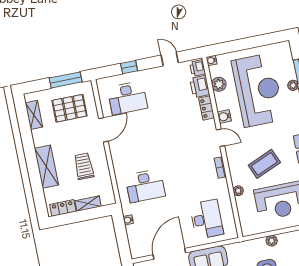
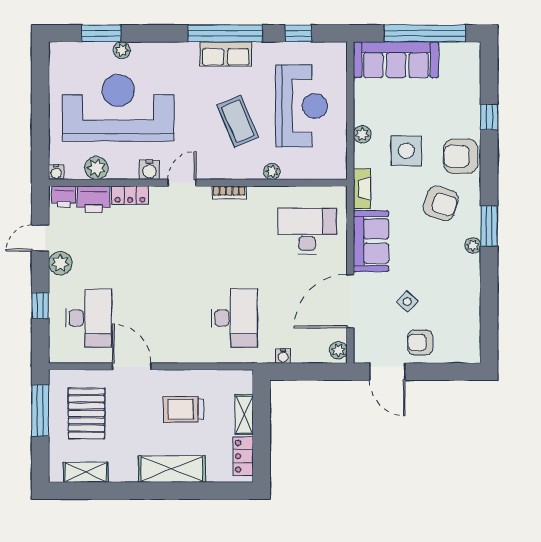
plant: (157, 74) -> (60, 263), added
fireplace: (239, 247) -> (362, 189), added
plant: (138, 253) -> (338, 350), added
door: (169, 254) -> (350, 301), hinge flipped

